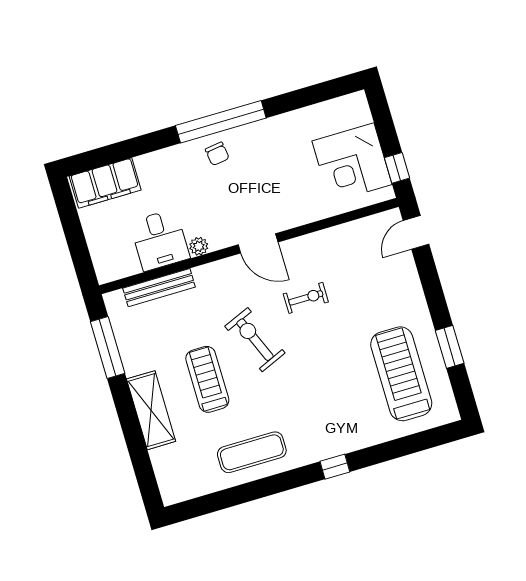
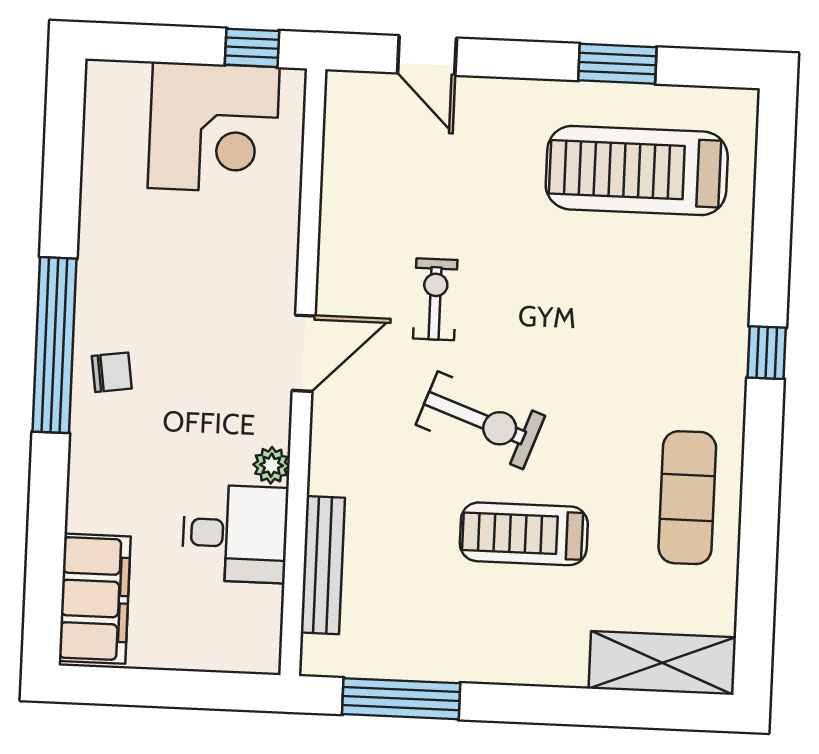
door: (416, 232) -> (427, 55), moved
exercise bike: (255, 340) -> (480, 420), turned -137
shelving: (151, 410) -> (662, 663), moved

